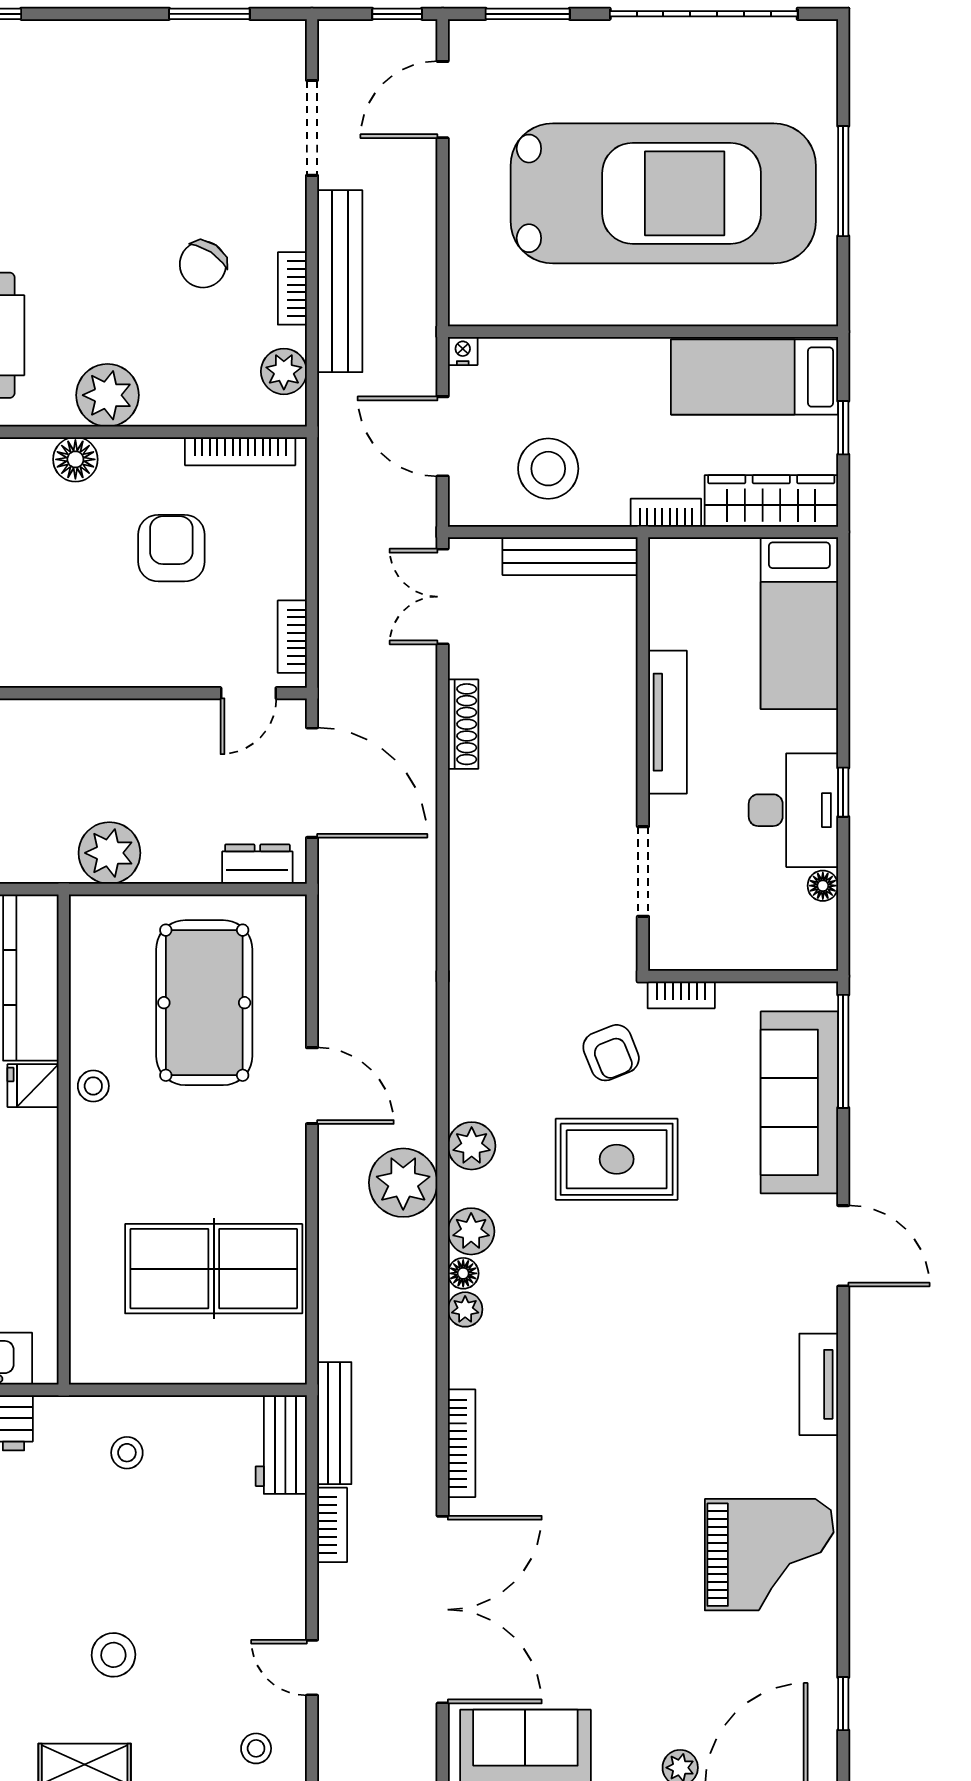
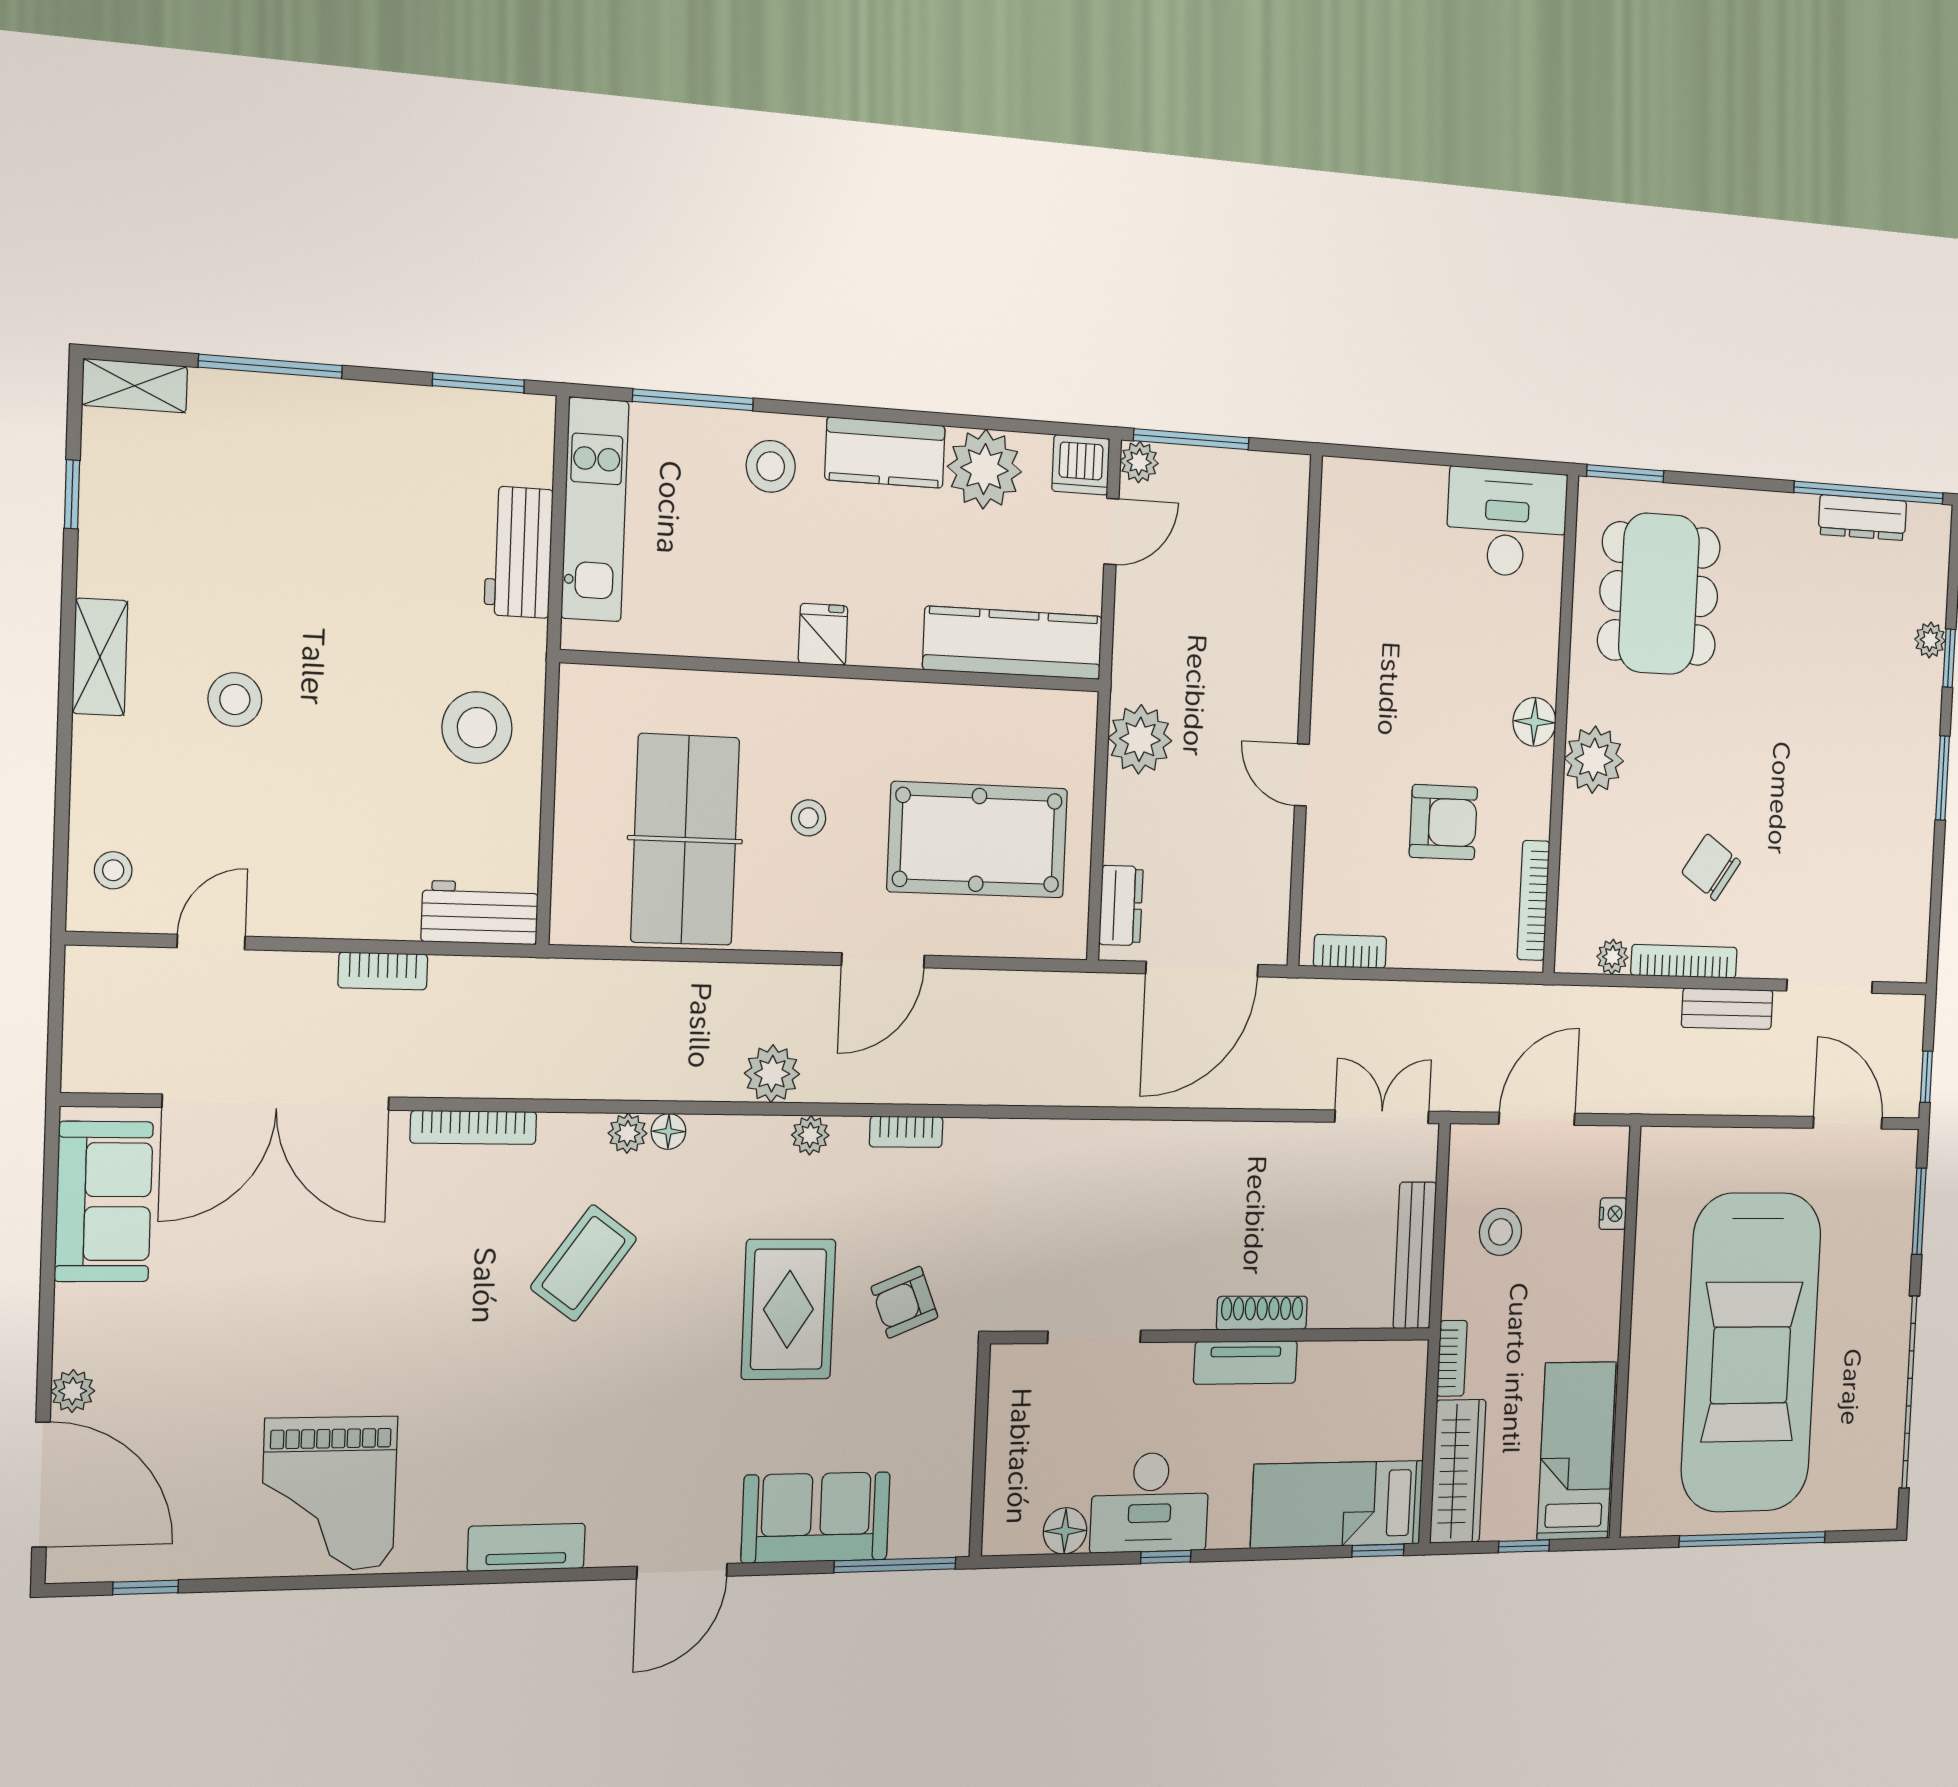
window: (209, 14) -> (1943, 778), moved
window: (843, 181) -> (1753, 1539), width x1.46
bench: (340, 281) -> (1727, 1009), width x0.54, depth x0.82
bookcase: (292, 288) -> (1684, 961), width x1.56
nightstand: (463, 351) -> (1613, 1214), moved
plant: (284, 371) -> (1612, 957), width x0.73, depth x0.73
stool: (548, 469) -> (1501, 1232), width x0.73, depth x0.73
window: (843, 579) -> (1378, 1550), added
door: (248, 693) -> (1302, 775), moved
tv unit: (668, 722) -> (1246, 1362), width x0.71
shoe rack: (463, 724) -> (1262, 1313), moved, turned 180
floor lamp: (823, 886) -> (1065, 1531), width x1.37, depth x1.37
bookcase: (681, 995) -> (906, 1132), moved, turned -90
fridge: (33, 1086) -> (823, 634), moved
stool: (93, 1086) -> (808, 818), moved
sofa: (799, 1102) -> (816, 1517), width x0.73
plant: (472, 1146) -> (810, 1135), width x0.73, depth x0.73
plant: (403, 1183) -> (772, 1074), width x0.73, depth x0.73
plant: (471, 1231) -> (715, 1141), removed
coffee table: (576, 1344) -> (584, 1263), added
bench: (334, 1423) -> (503, 977), removed
stool: (127, 1453) -> (477, 728), width x1.89, depth x1.89

